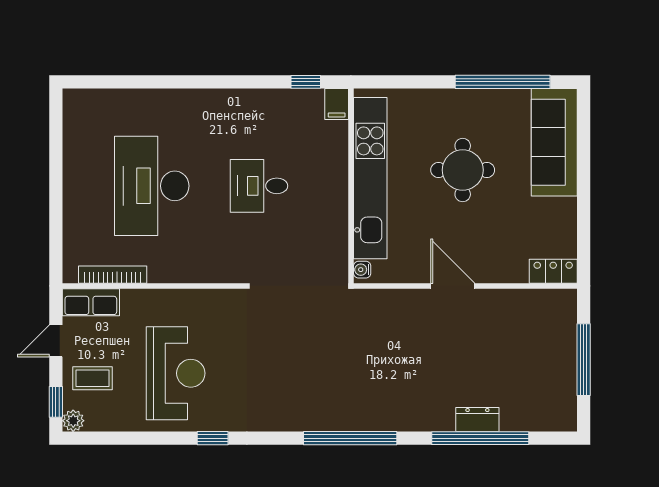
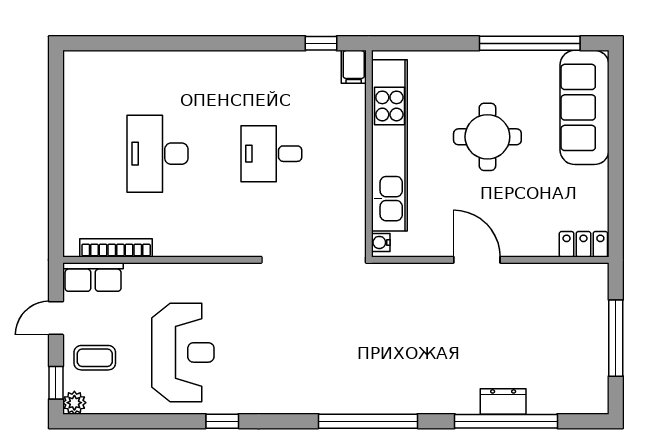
desk: (152, 186) -> (158, 154), width x0.73, depth x0.77

